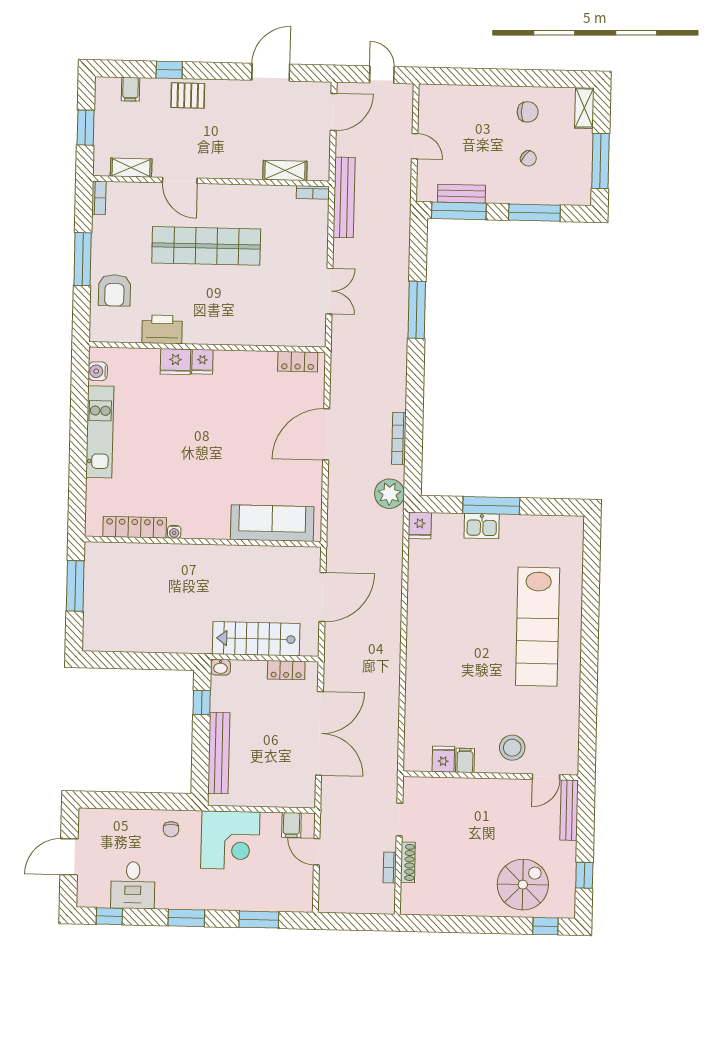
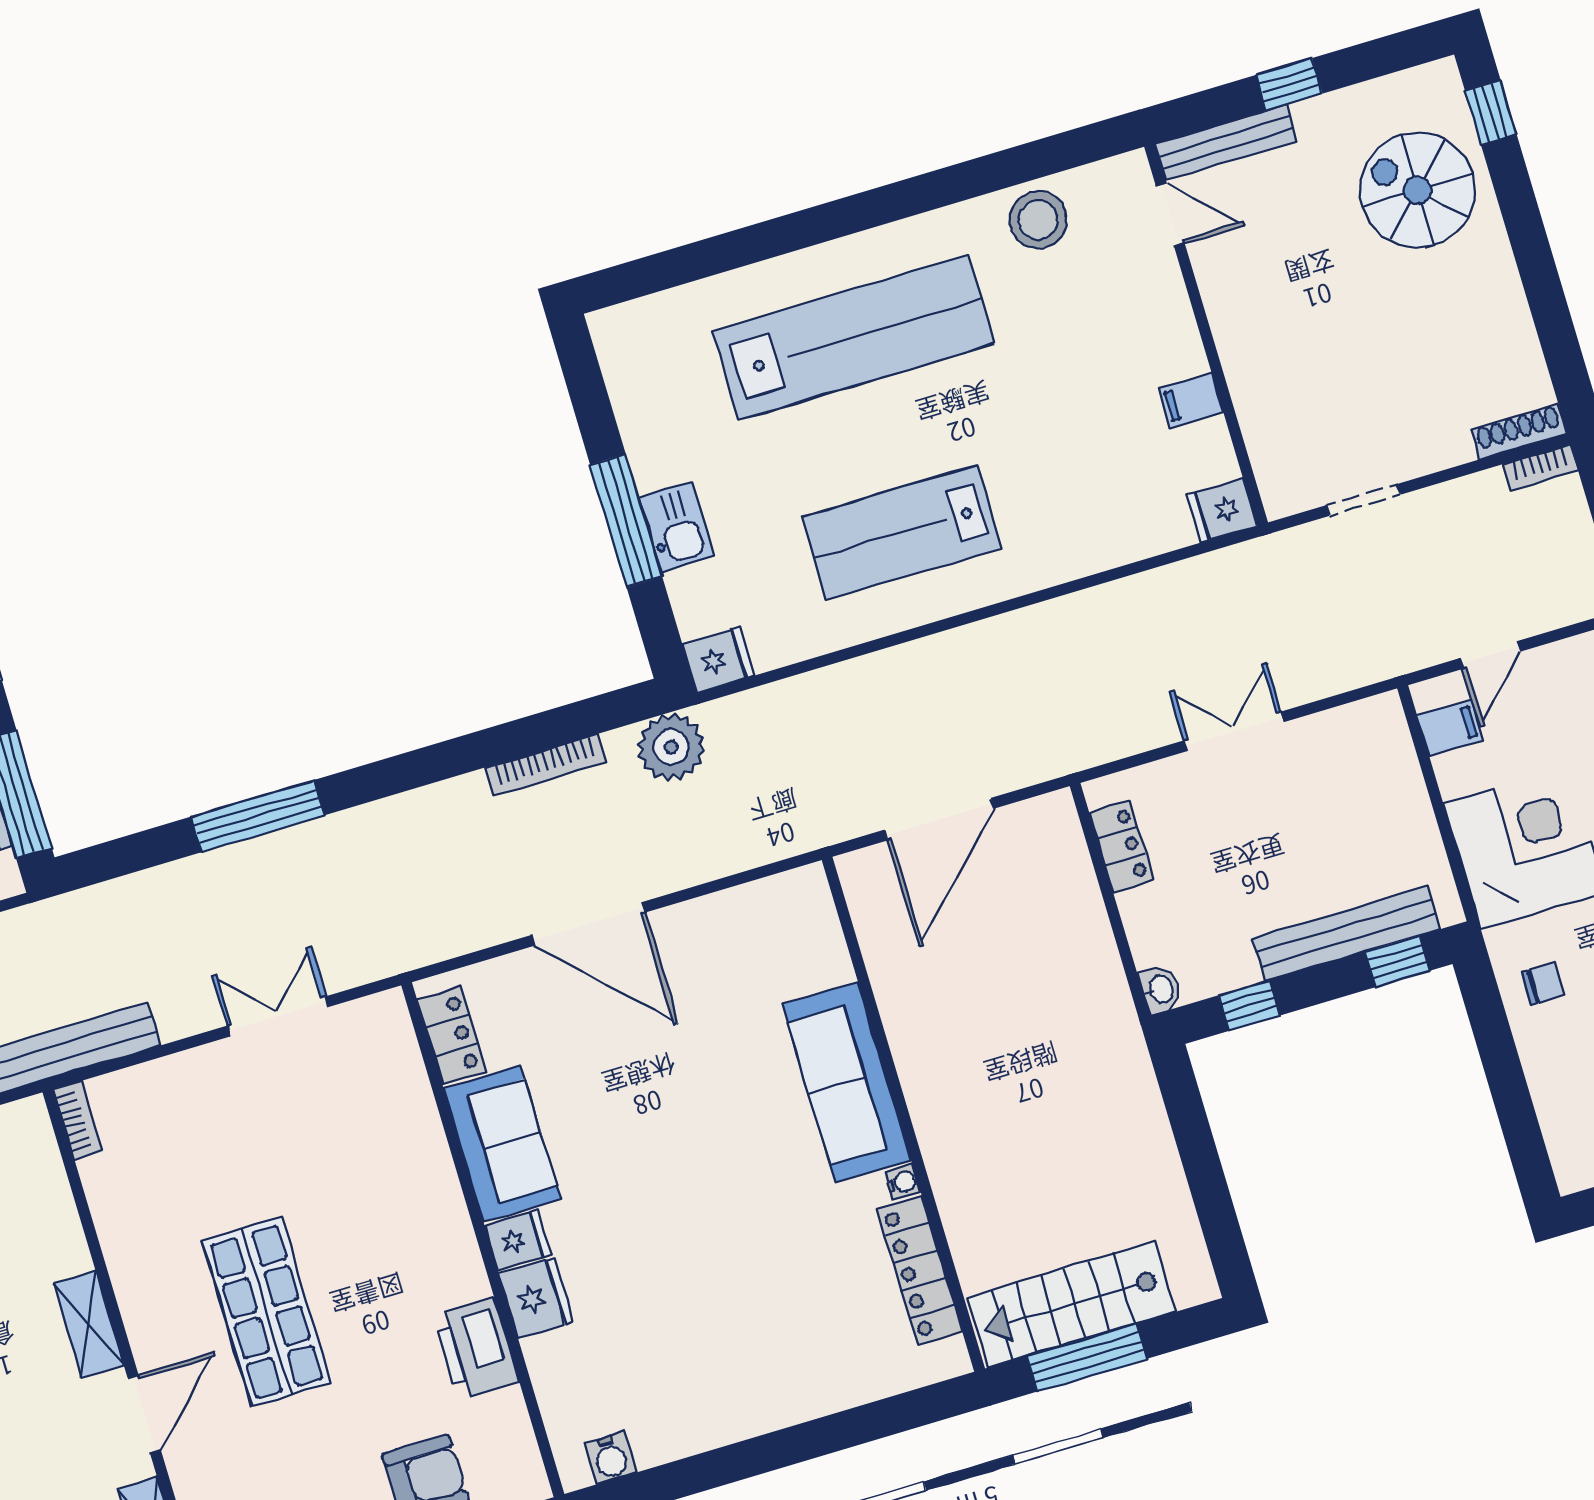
shelving: (285, 171) -> (89, 1324), moved
shop shelf: (206, 246) -> (267, 1312), width x0.71
sofa: (245, 368) -> (502, 1144), added
kitchen unit: (100, 432) -> (739, 1411), removed
sofa: (272, 523) -> (847, 1082), moved
door: (323, 597) -> (939, 819), swing flipped
lab bench: (449, 620) -> (902, 532), added
stairs: (256, 639) -> (1071, 1304), moved, turned 90
double door: (319, 733) -> (1234, 731), width x0.54
stool: (512, 748) -> (1038, 220), moved
fridge: (443, 759) -> (1222, 510), moved
window: (200, 771) -> (1398, 961), added
shoe rack: (408, 862) -> (1519, 432), moved
bookcase: (390, 867) -> (1541, 467), moved
window: (584, 875) -> (1289, 84), moved

